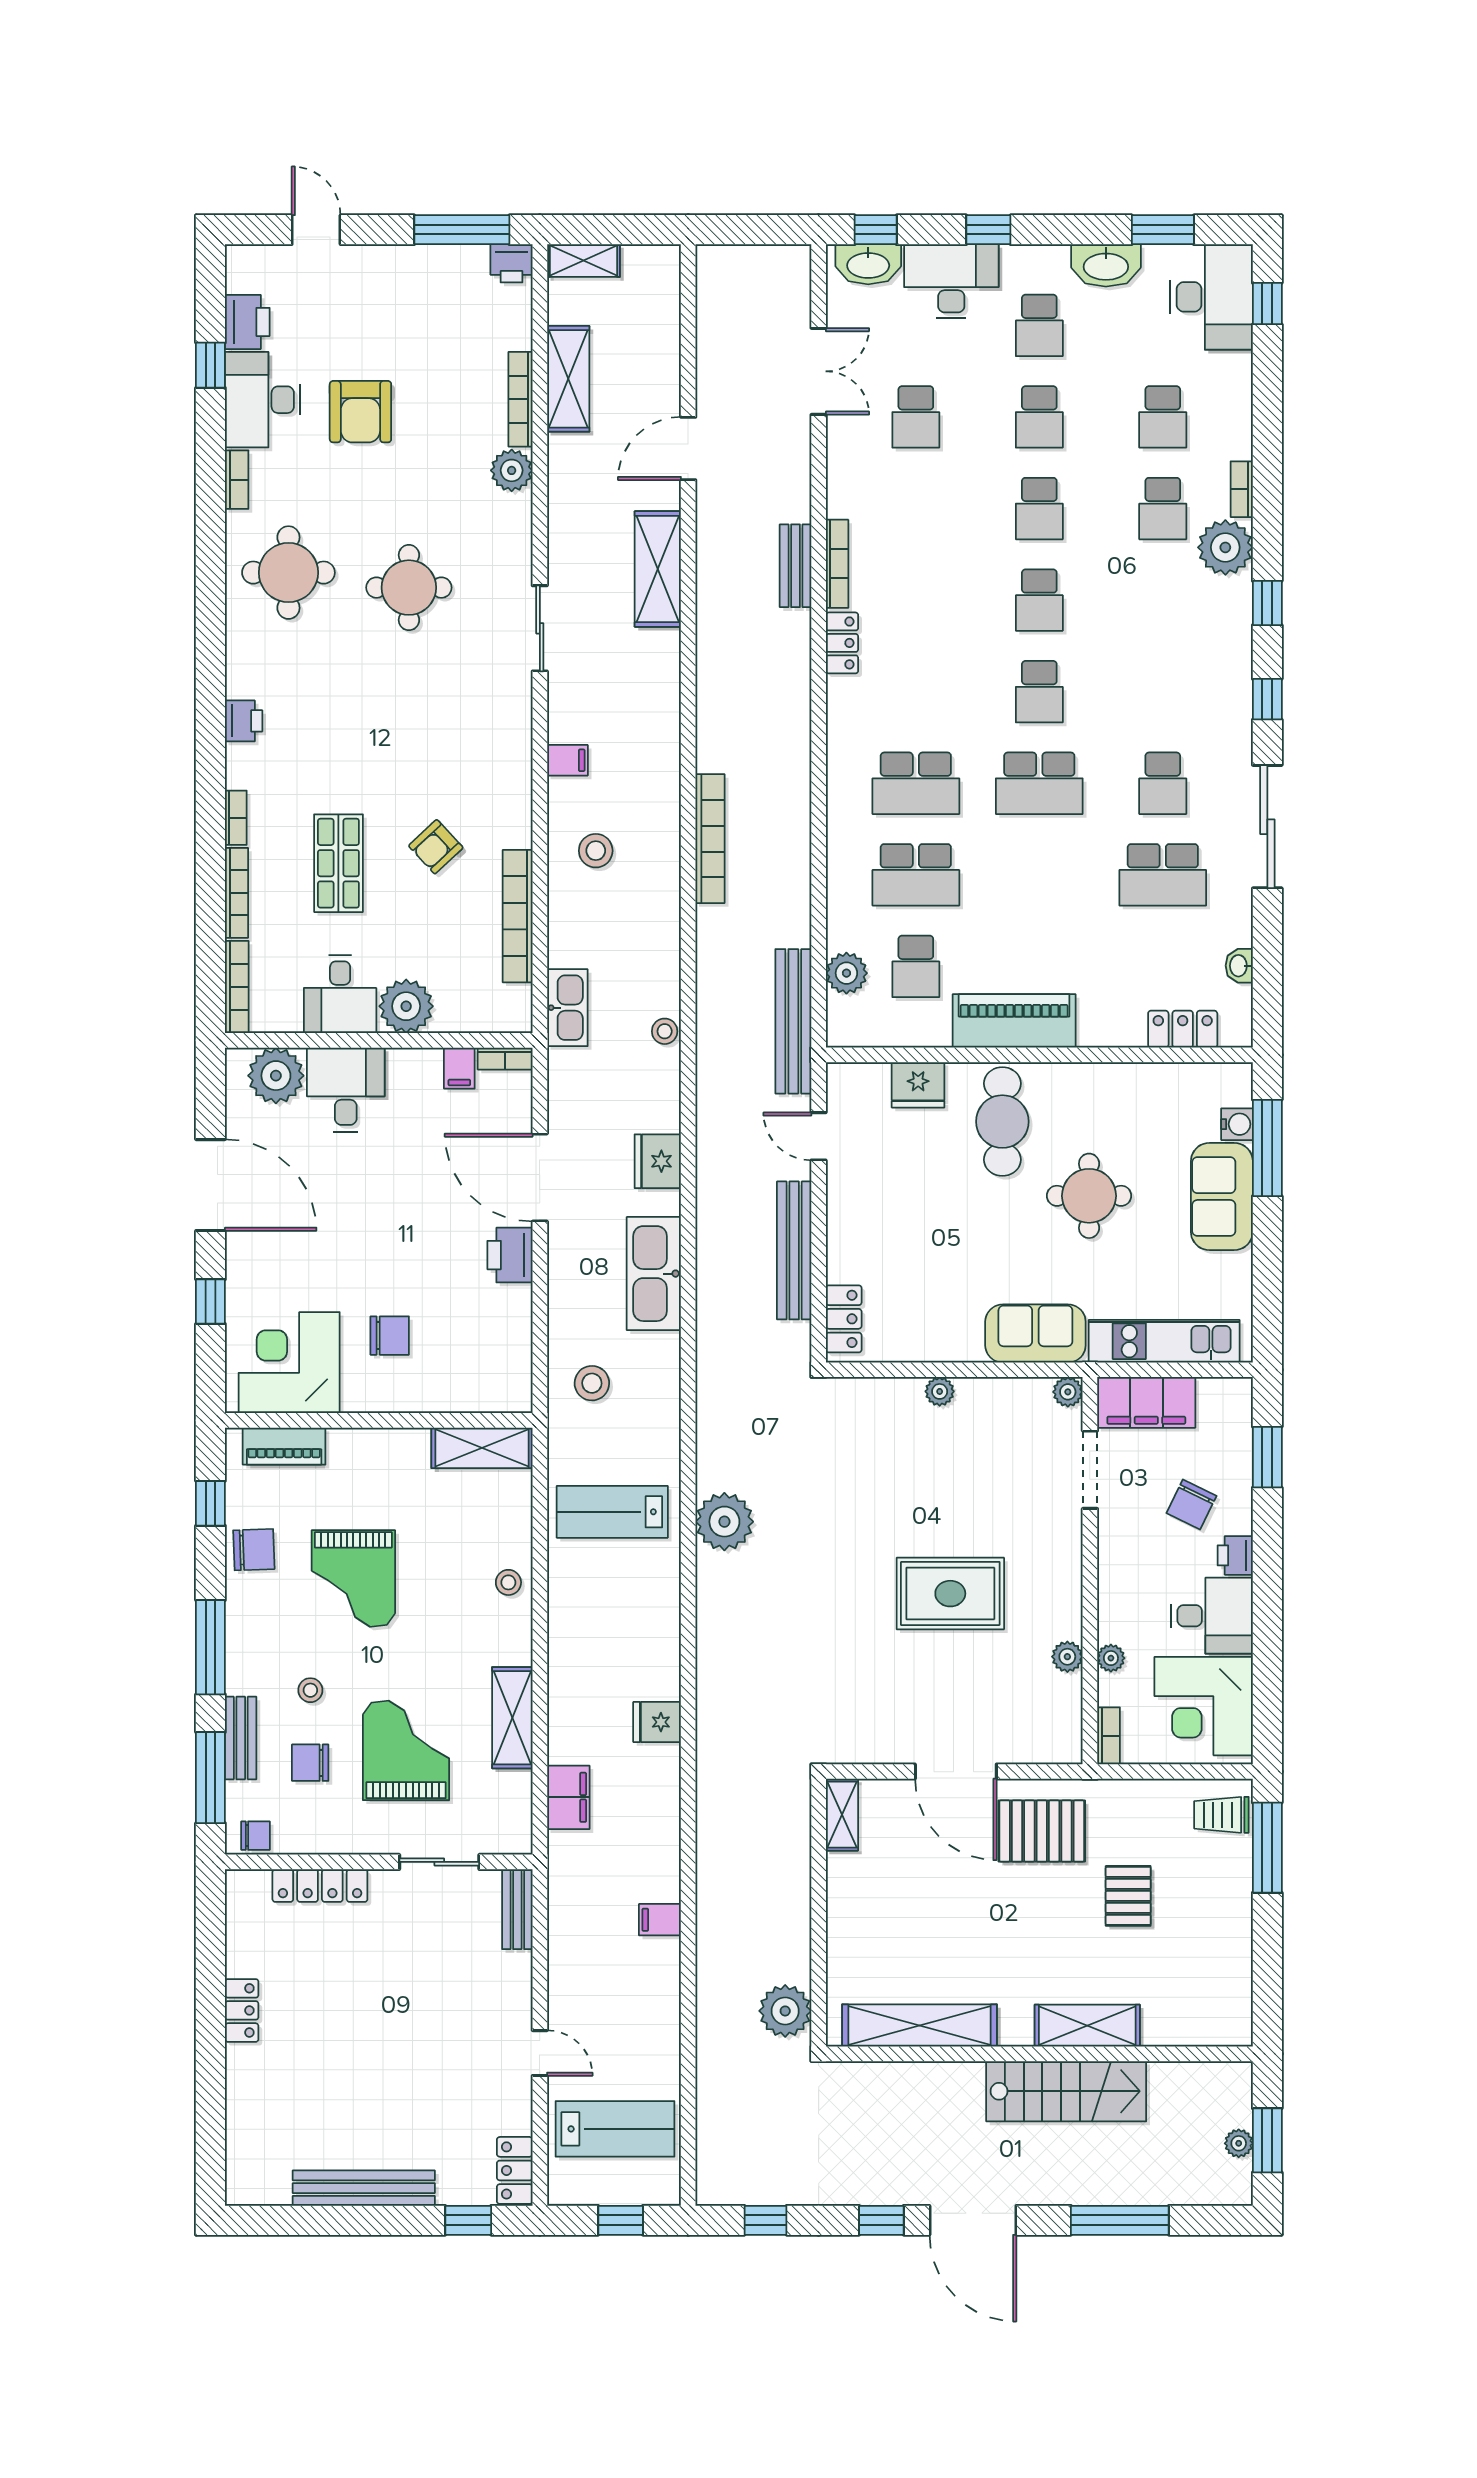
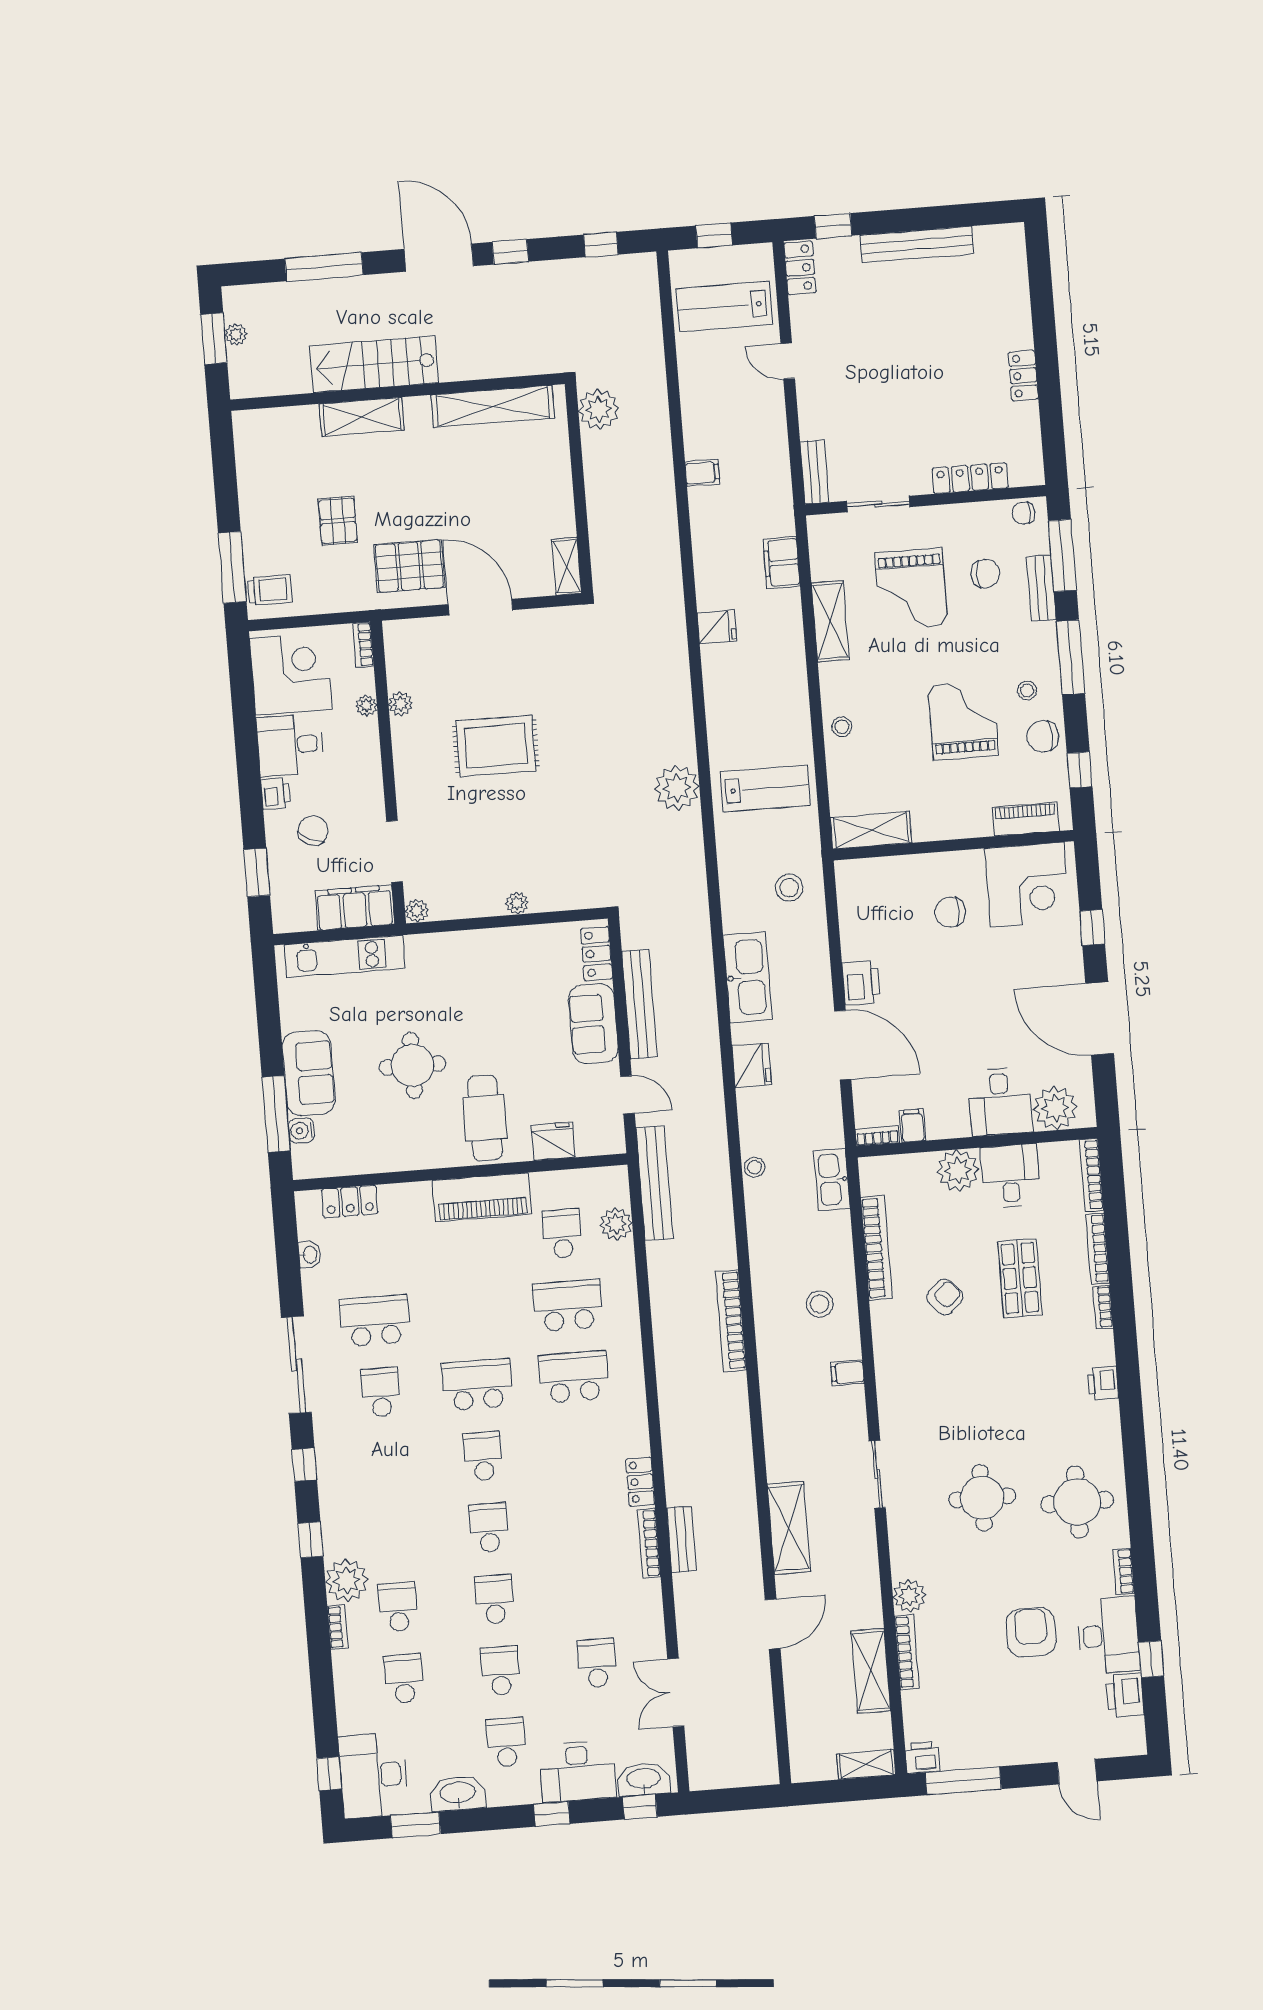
sofa: (1035, 1333) -> (593, 1024), moved, turned 90
stool: (310, 1690) -> (1027, 691), moved

